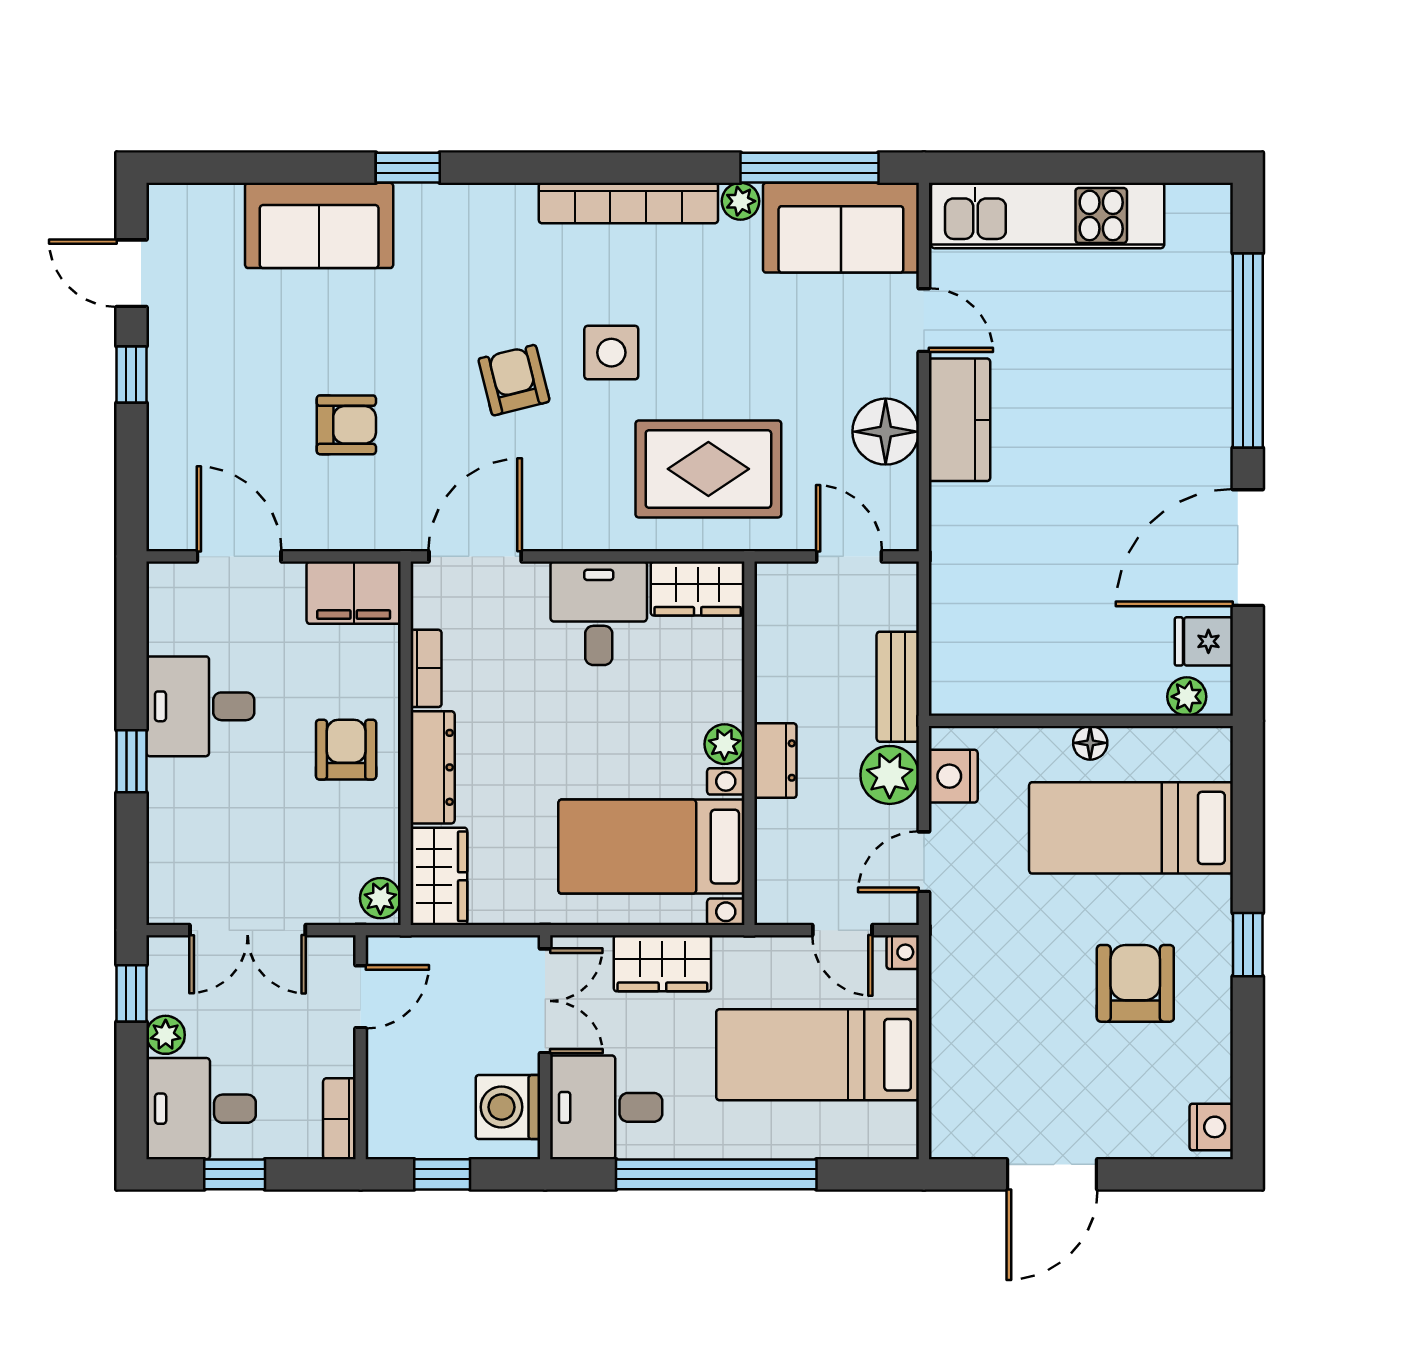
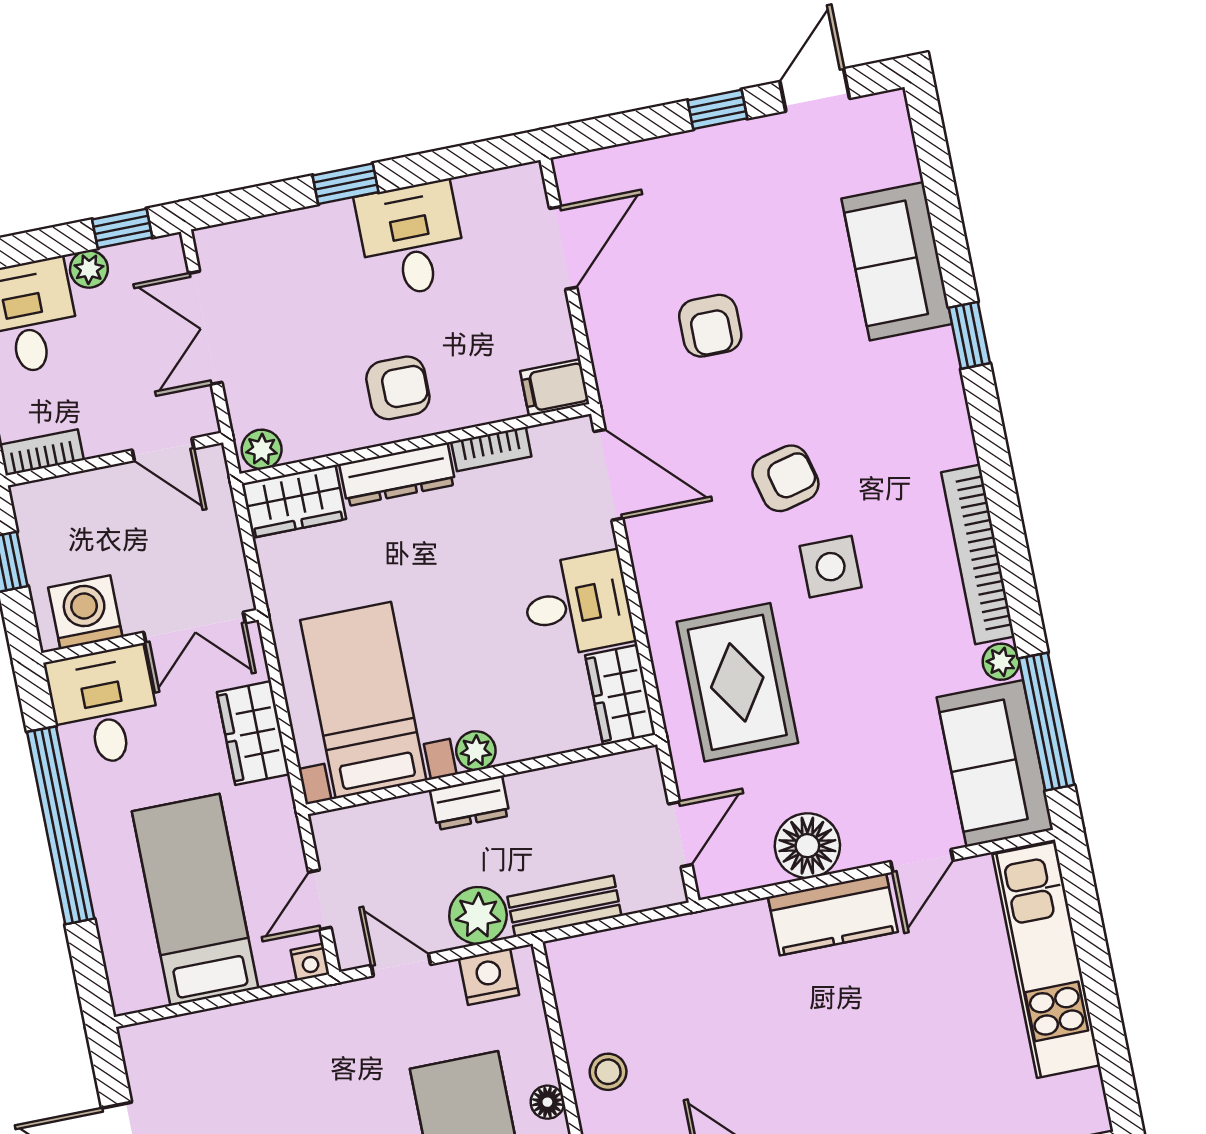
filing cabinet: (354, 593) -> (555, 388), width x0.50
stool: (1072, 676) -> (608, 1072), added

